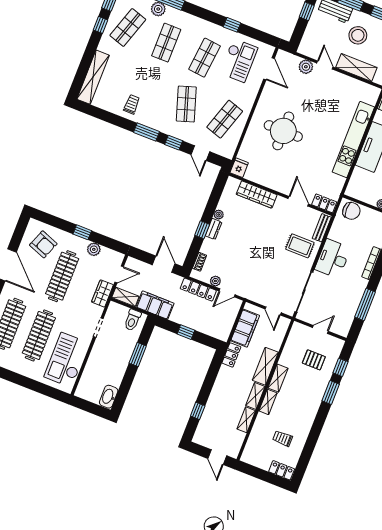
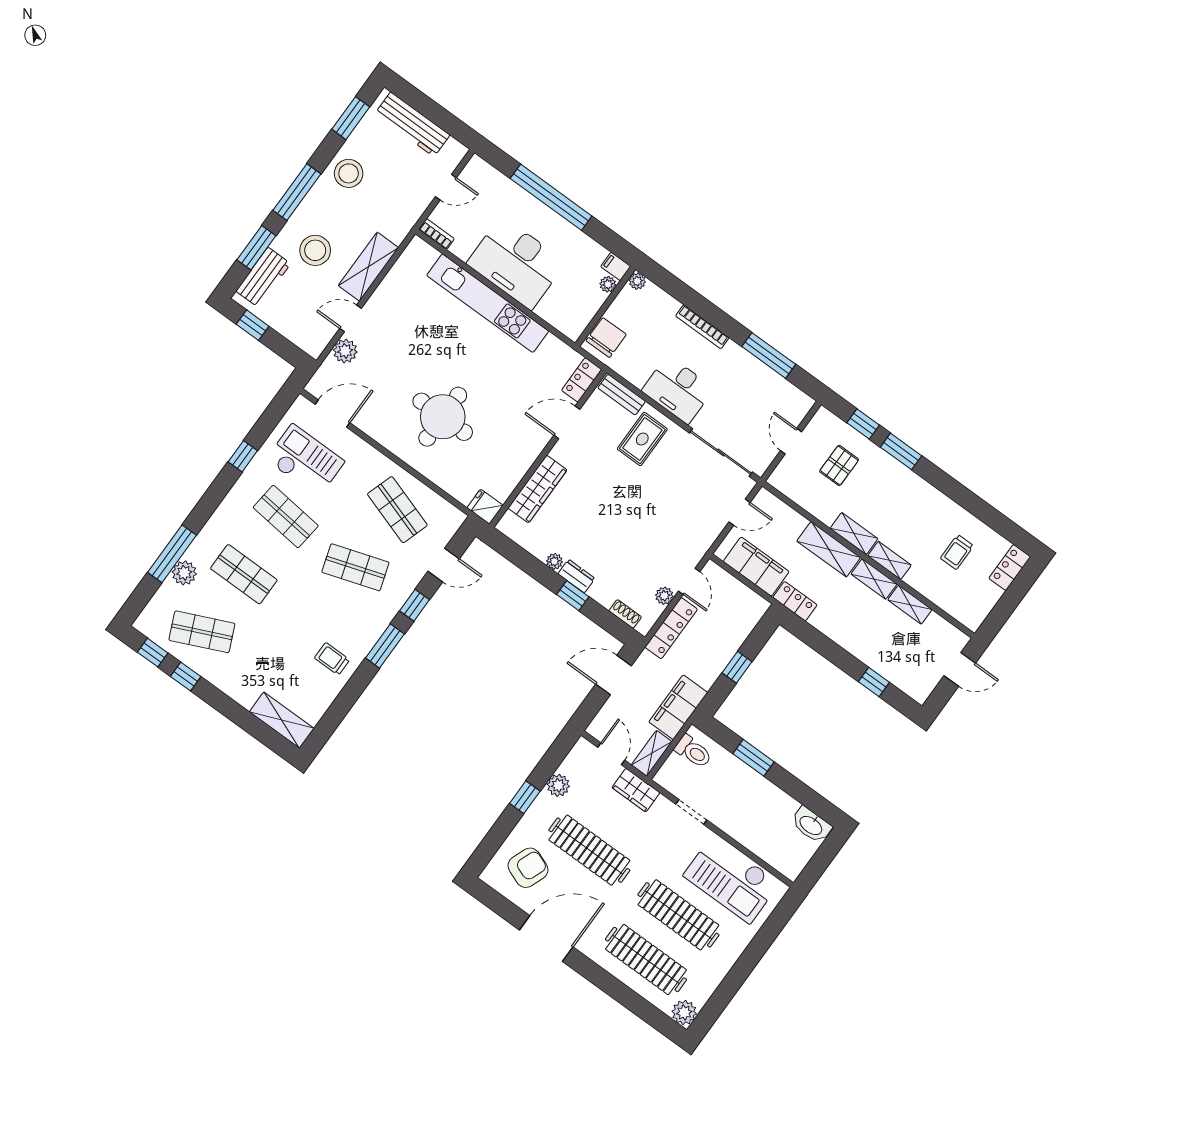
shop shelf: (128, 28) -> (202, 632), turned -42
shelving: (93, 77) -> (282, 720), width x0.68

